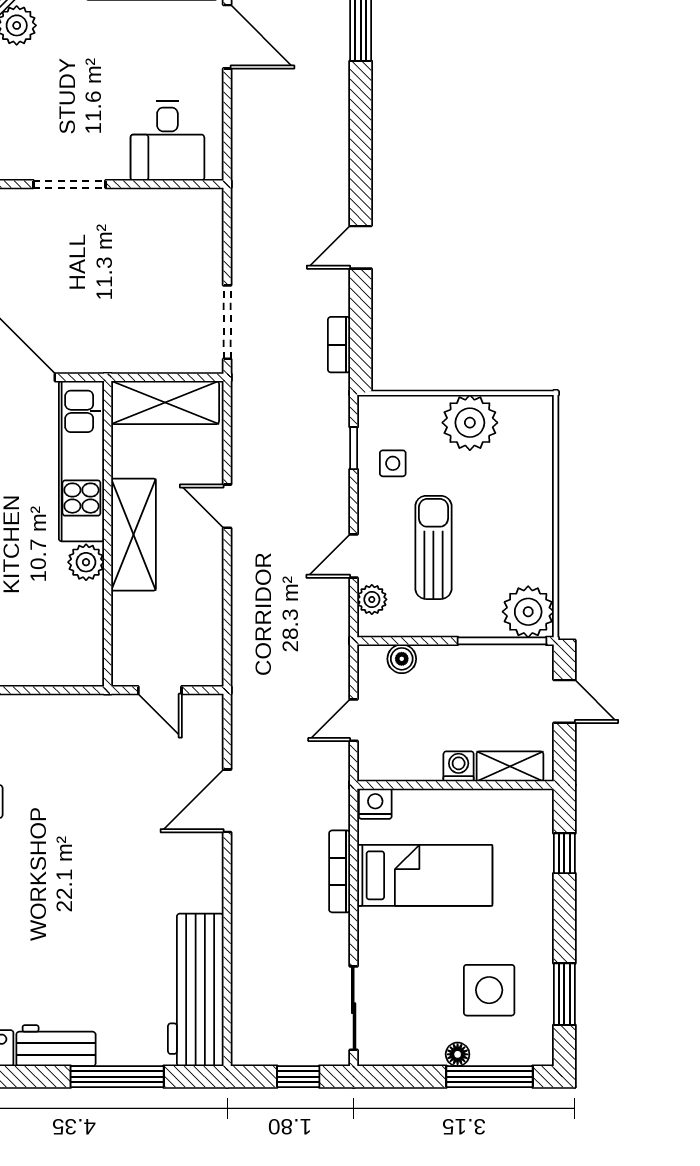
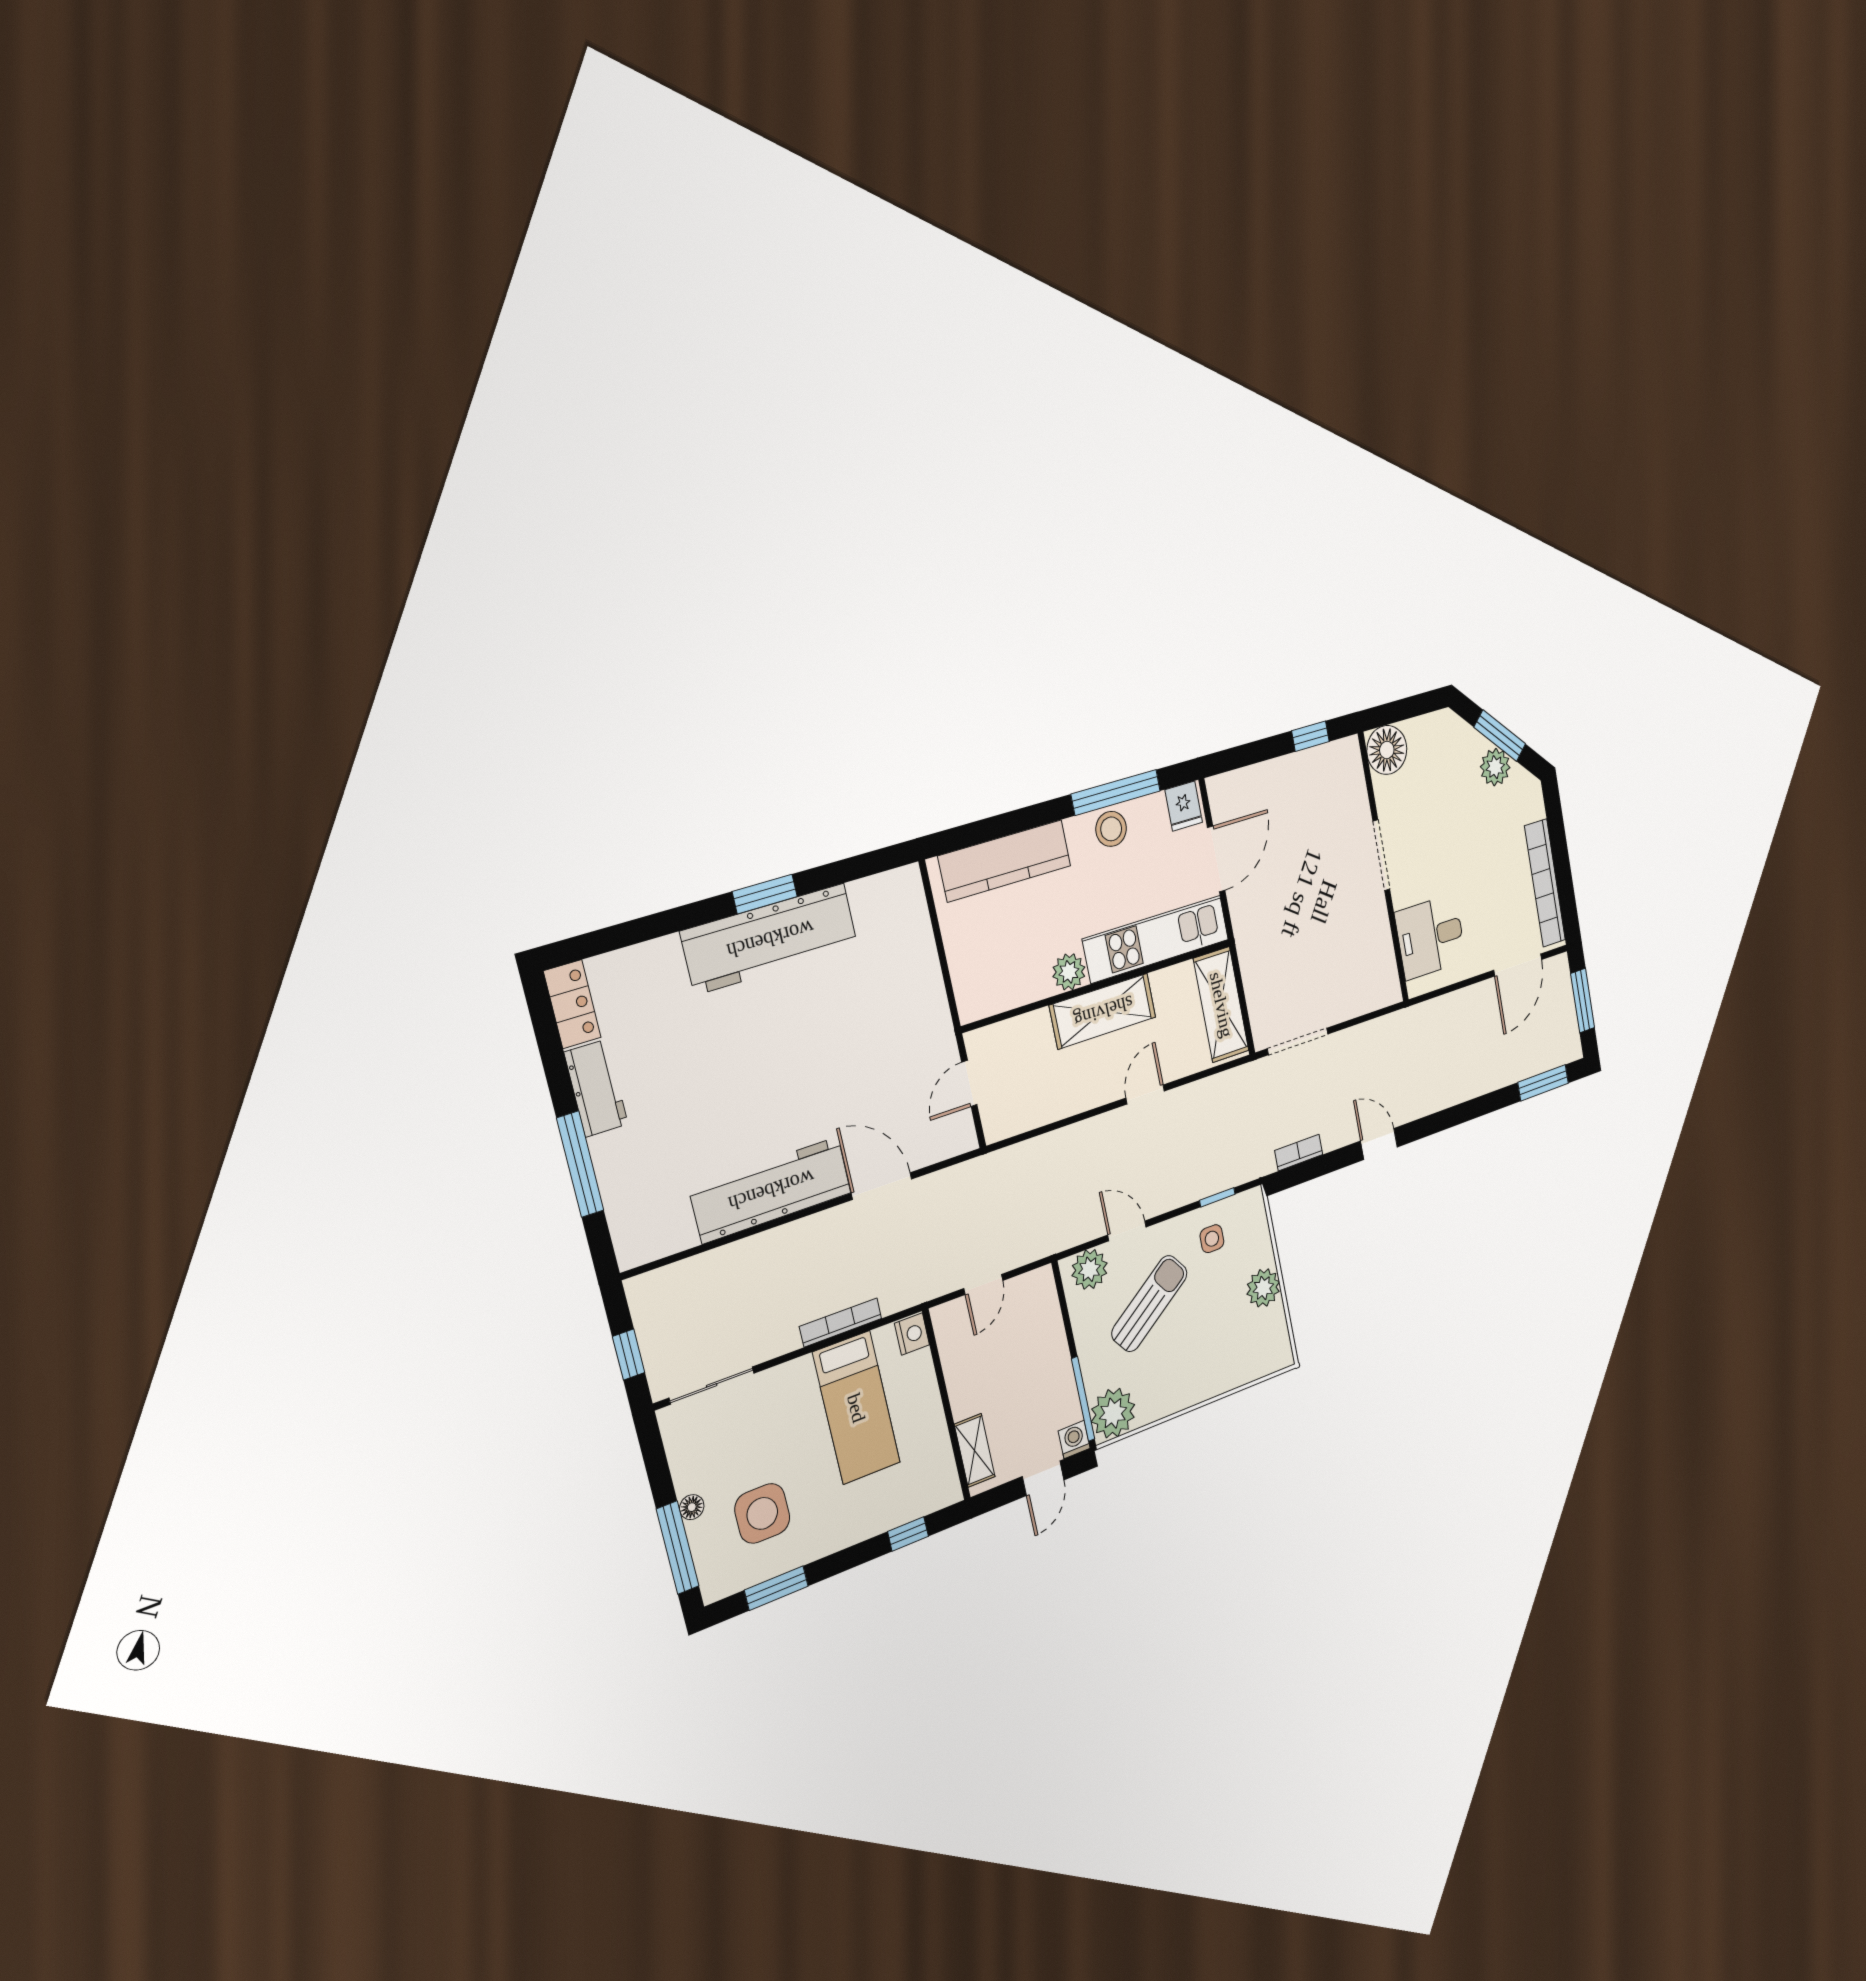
plant: (470, 423) -> (1263, 1288), width x0.73, depth x0.73
sun lounger: (433, 547) -> (1149, 1304), turned -36
plant: (372, 599) -> (1090, 1269), width x1.38, depth x1.38
boiler: (402, 659) -> (1048, 1310), removed
door: (354, 720) -> (983, 1284), swing flipped
washing machine: (459, 766) -> (1074, 1440), moved, turned -90
workbench: (196, 990) -> (771, 1190), moved

